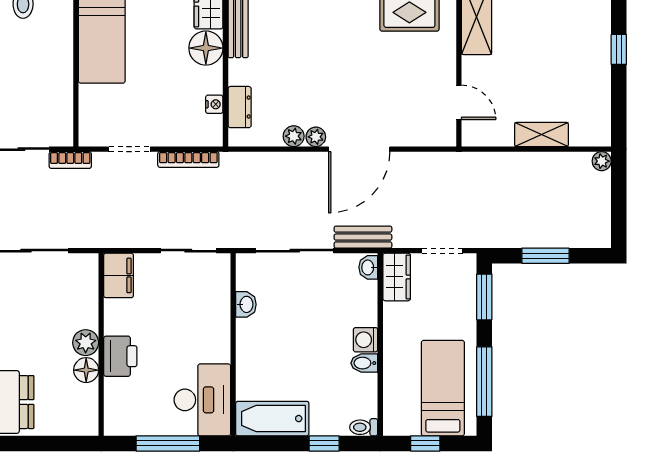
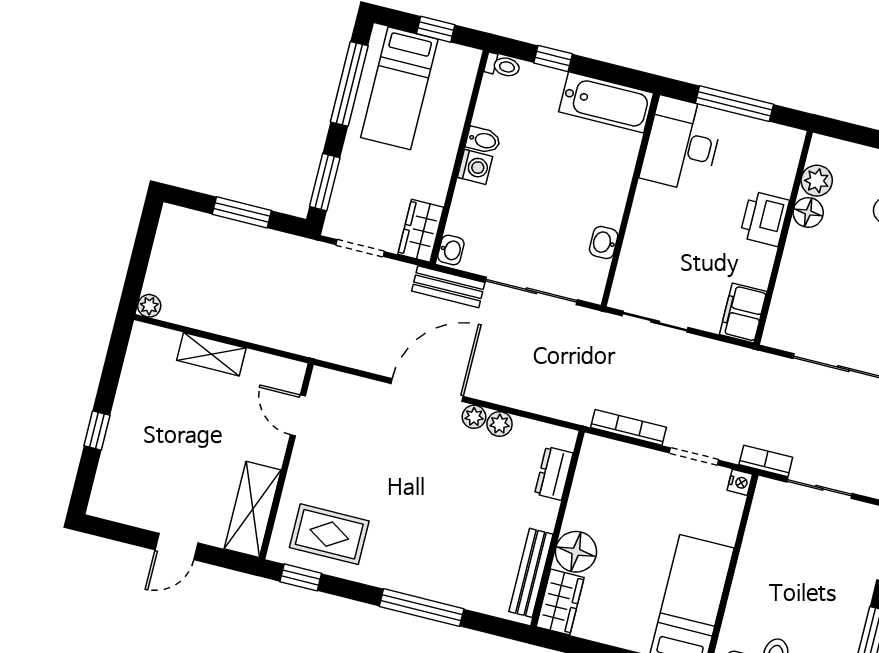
nightstand: (214, 104) -> (740, 482), moved, turned 180
plant: (86, 343) -> (817, 181), moved

